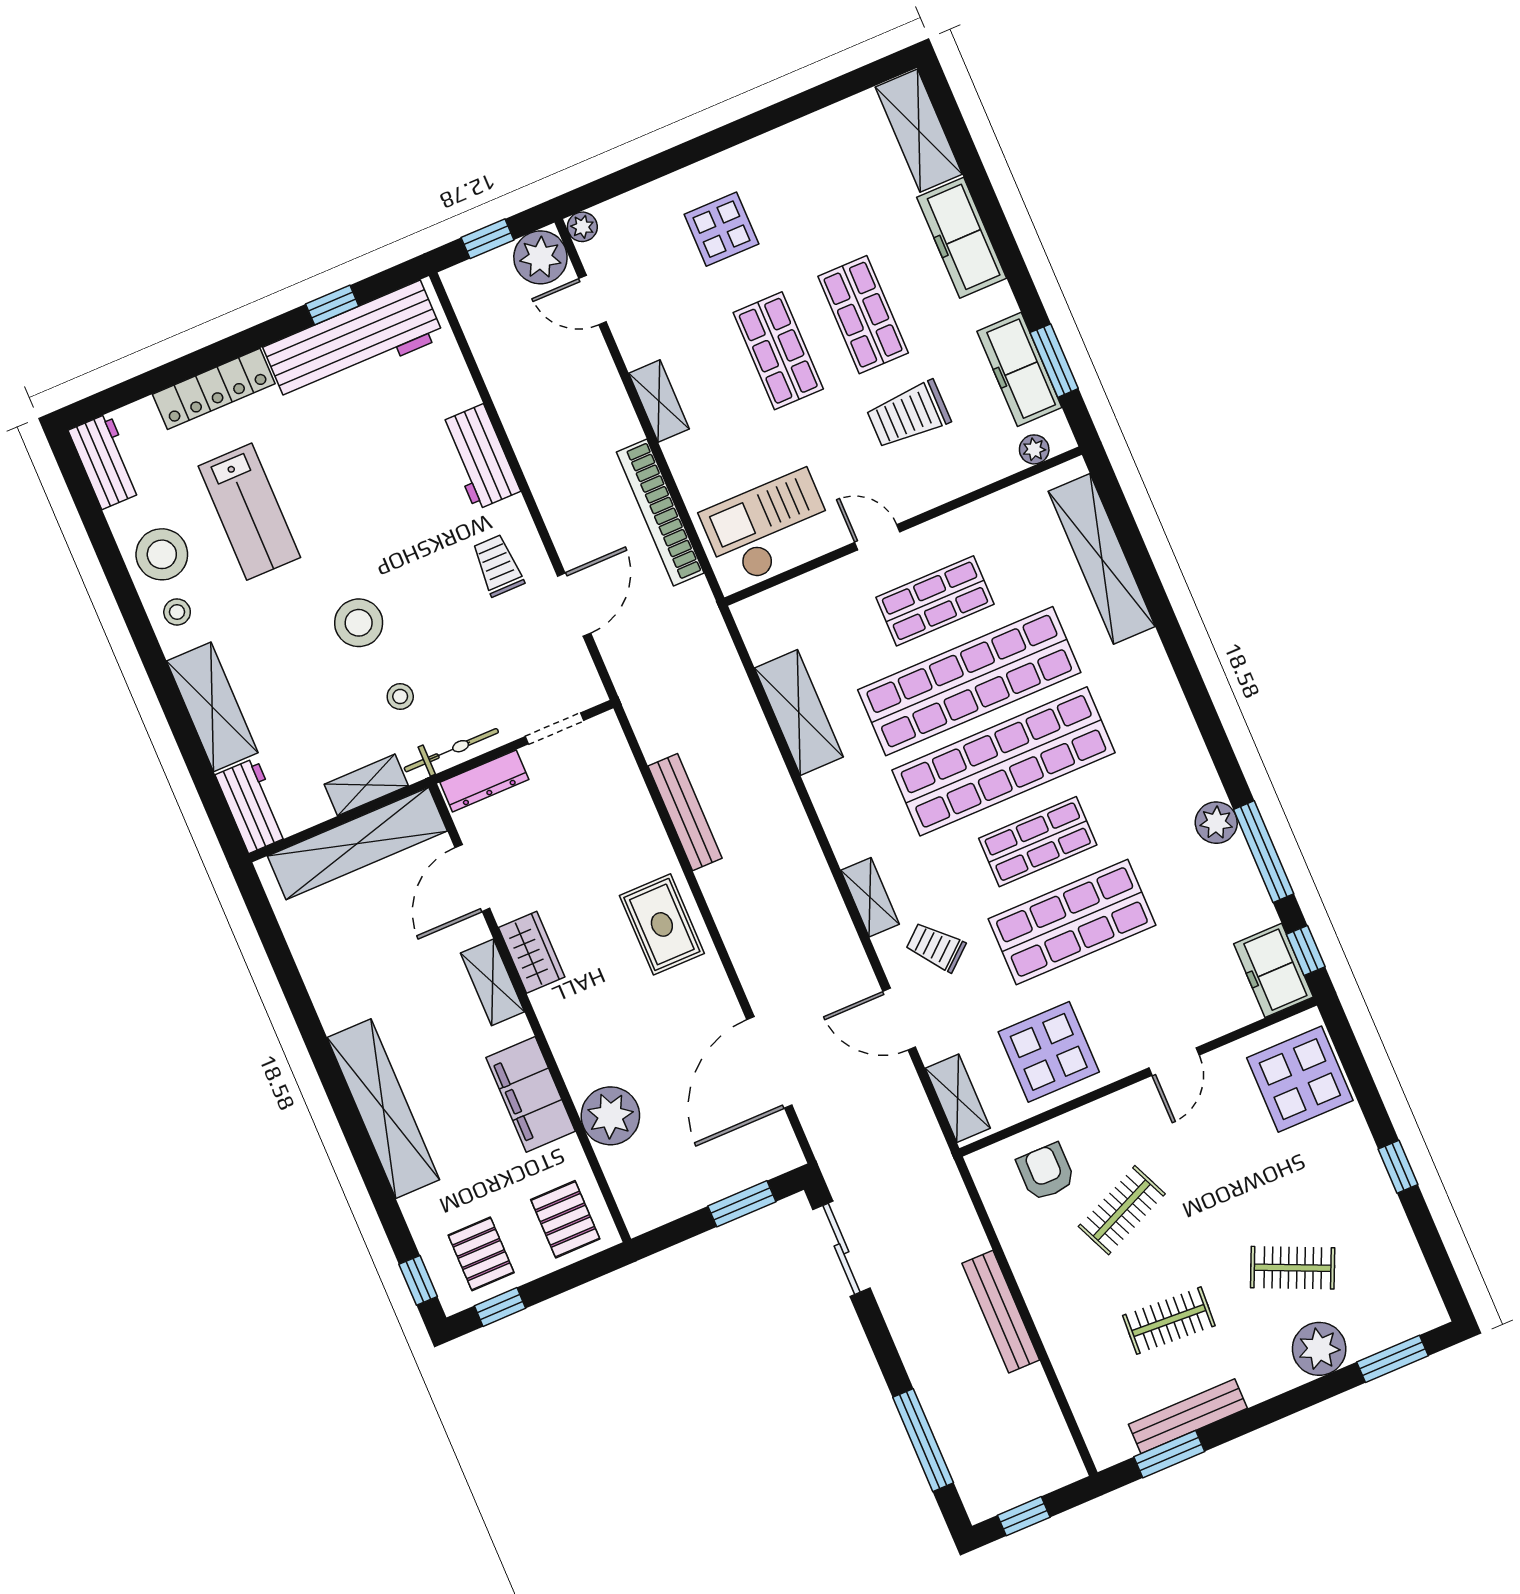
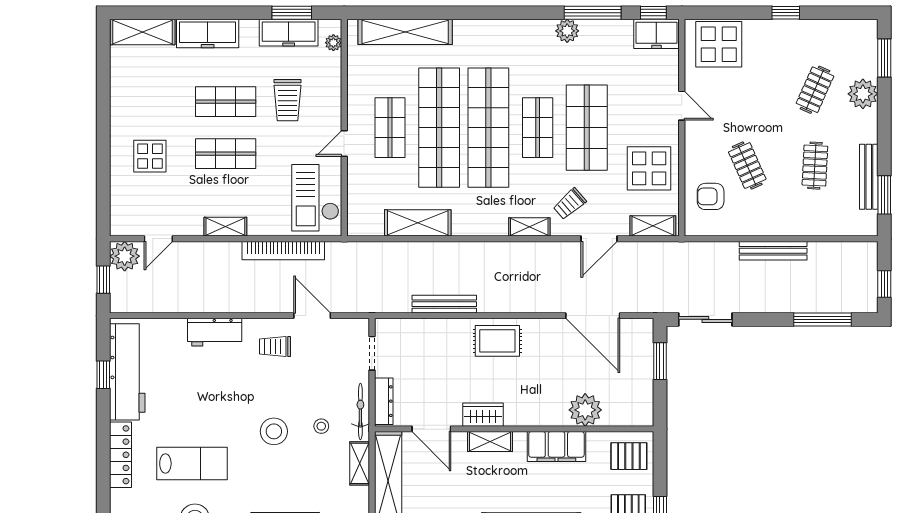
plant: (582, 227) -> (118, 228), removed

